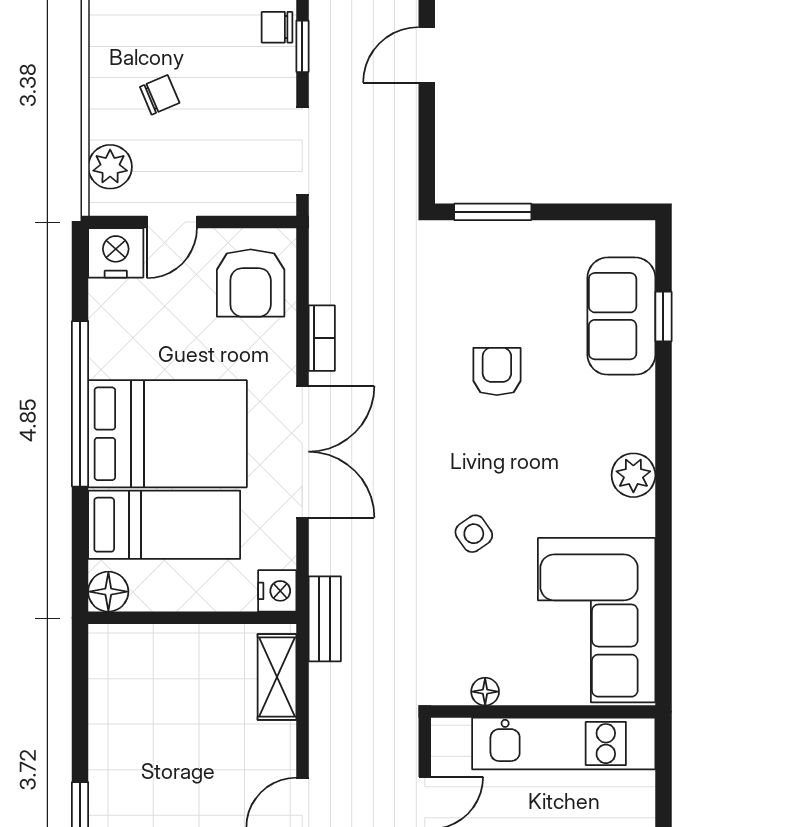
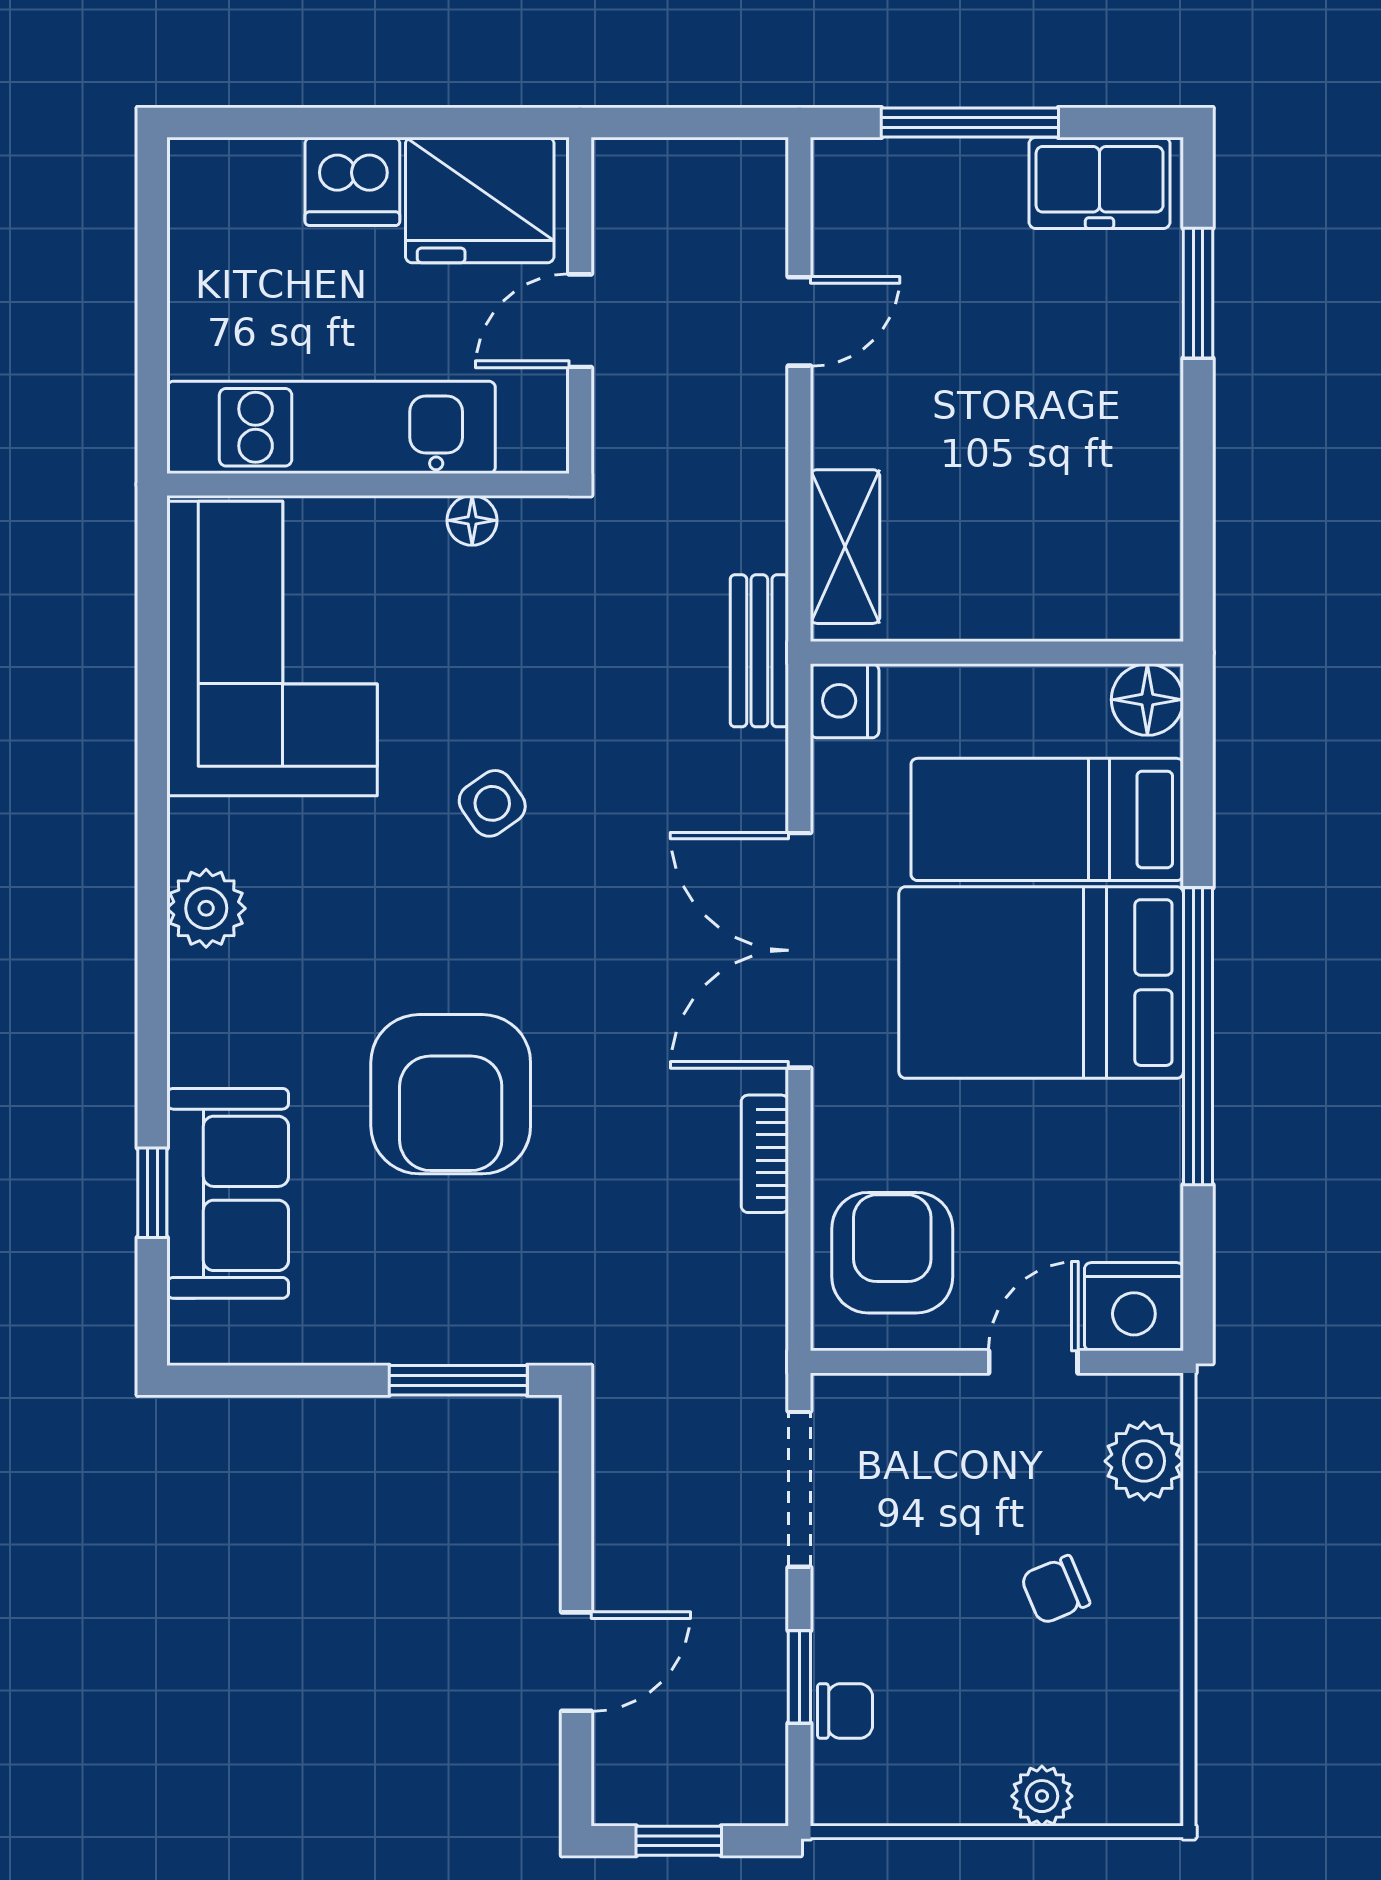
armchair: (497, 371) -> (451, 1094), width x1.88, depth x1.88

